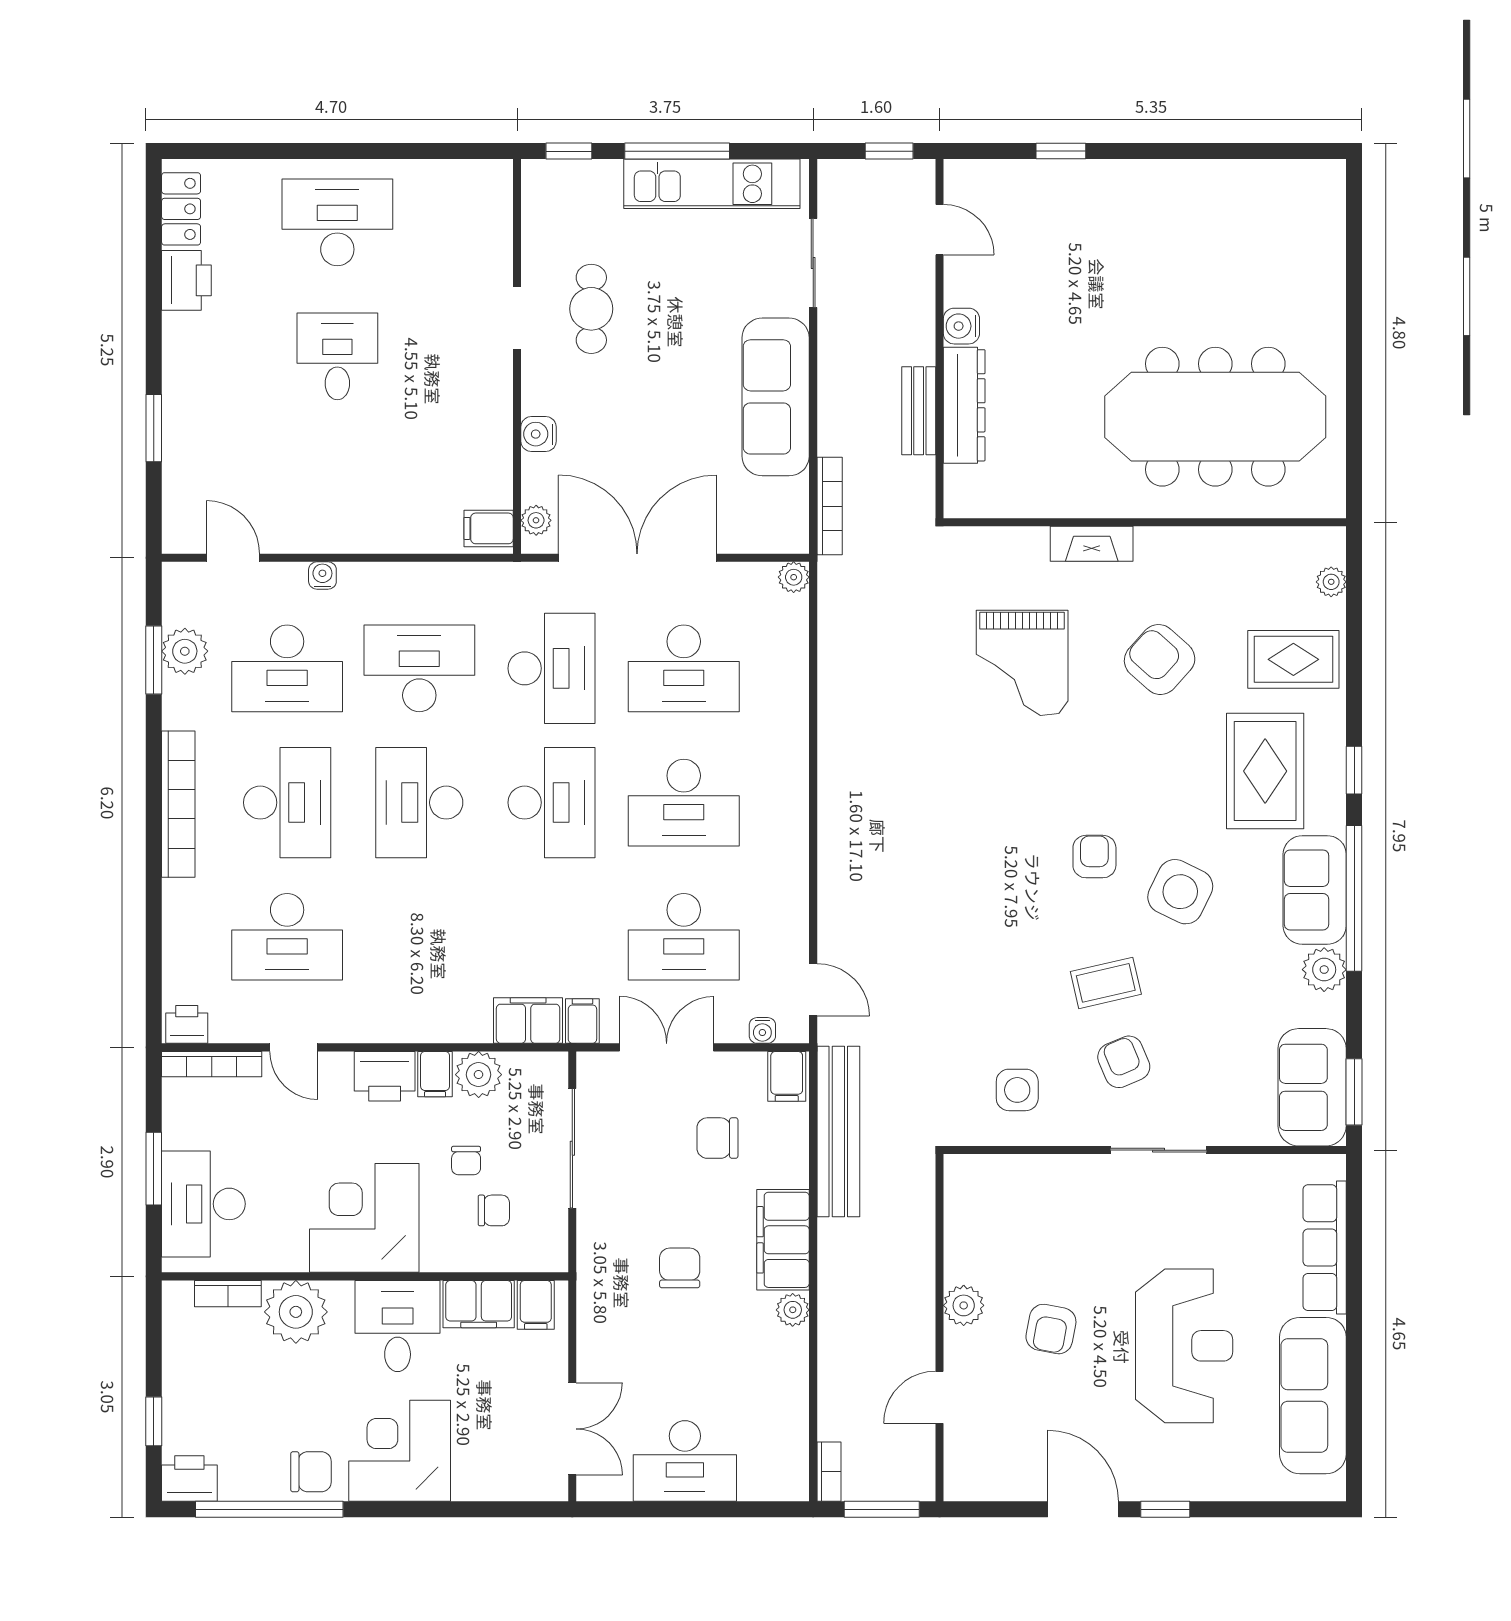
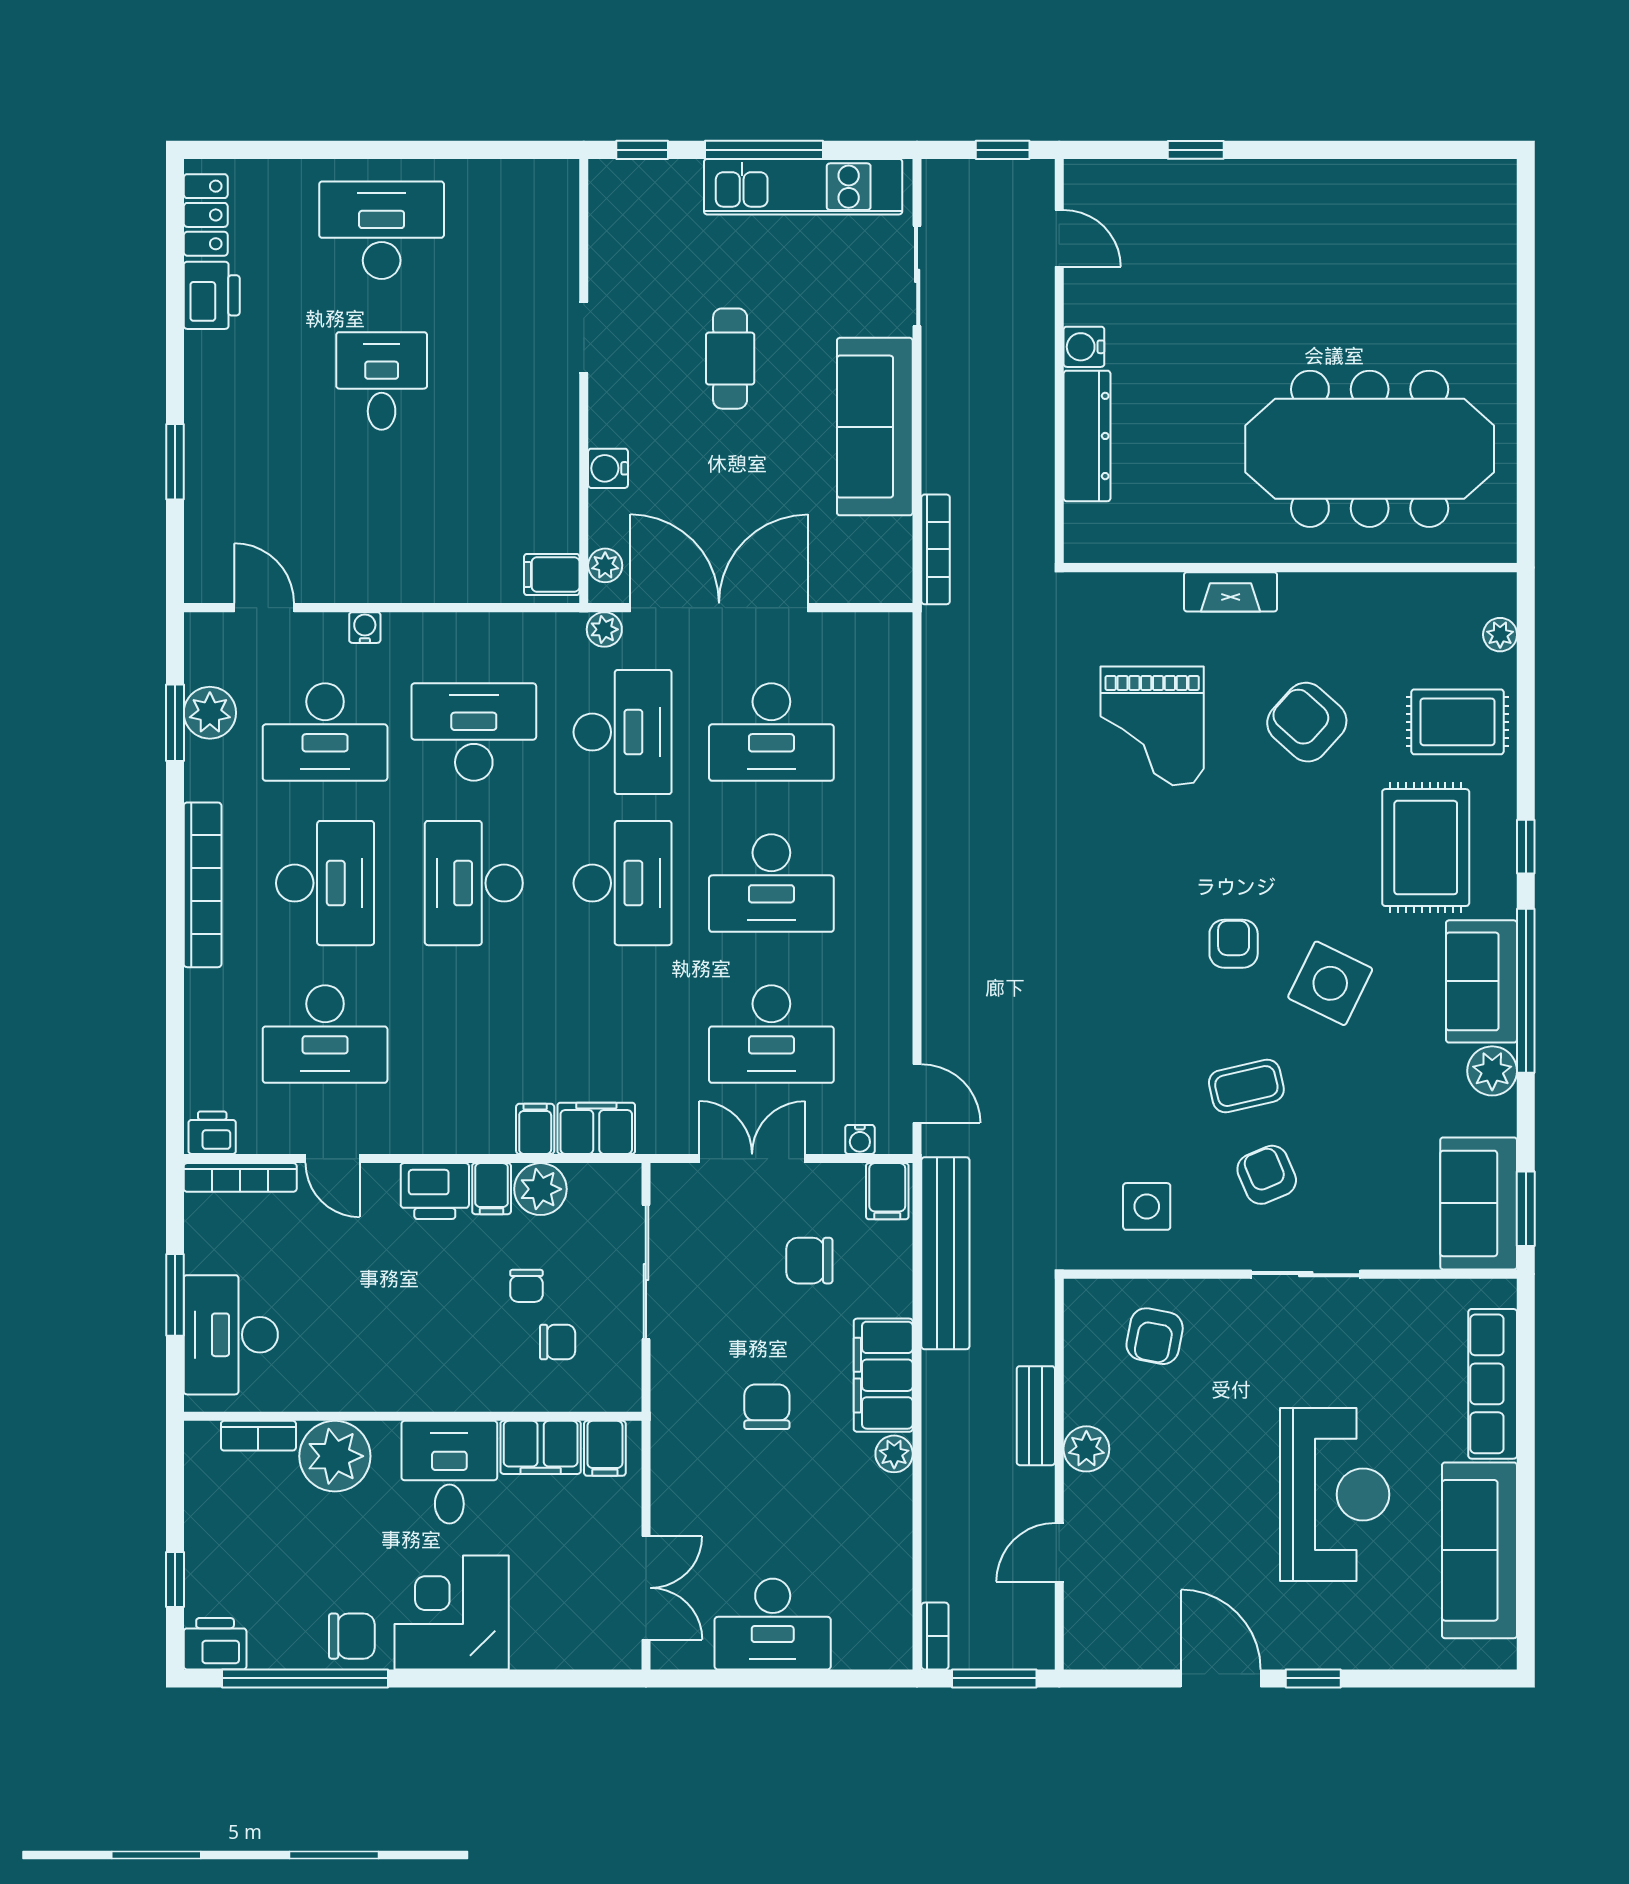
cafe table: (591, 309) -> (730, 359), moved
bench: (919, 411) -> (1036, 1416), moved
plant: (794, 577) -> (604, 629), moved
filing cabinet: (582, 1021) -> (535, 1129), moved
corner desk: (364, 1218) -> (412, 1350), removed
armchair: (1051, 1329) -> (1155, 1336), moved

